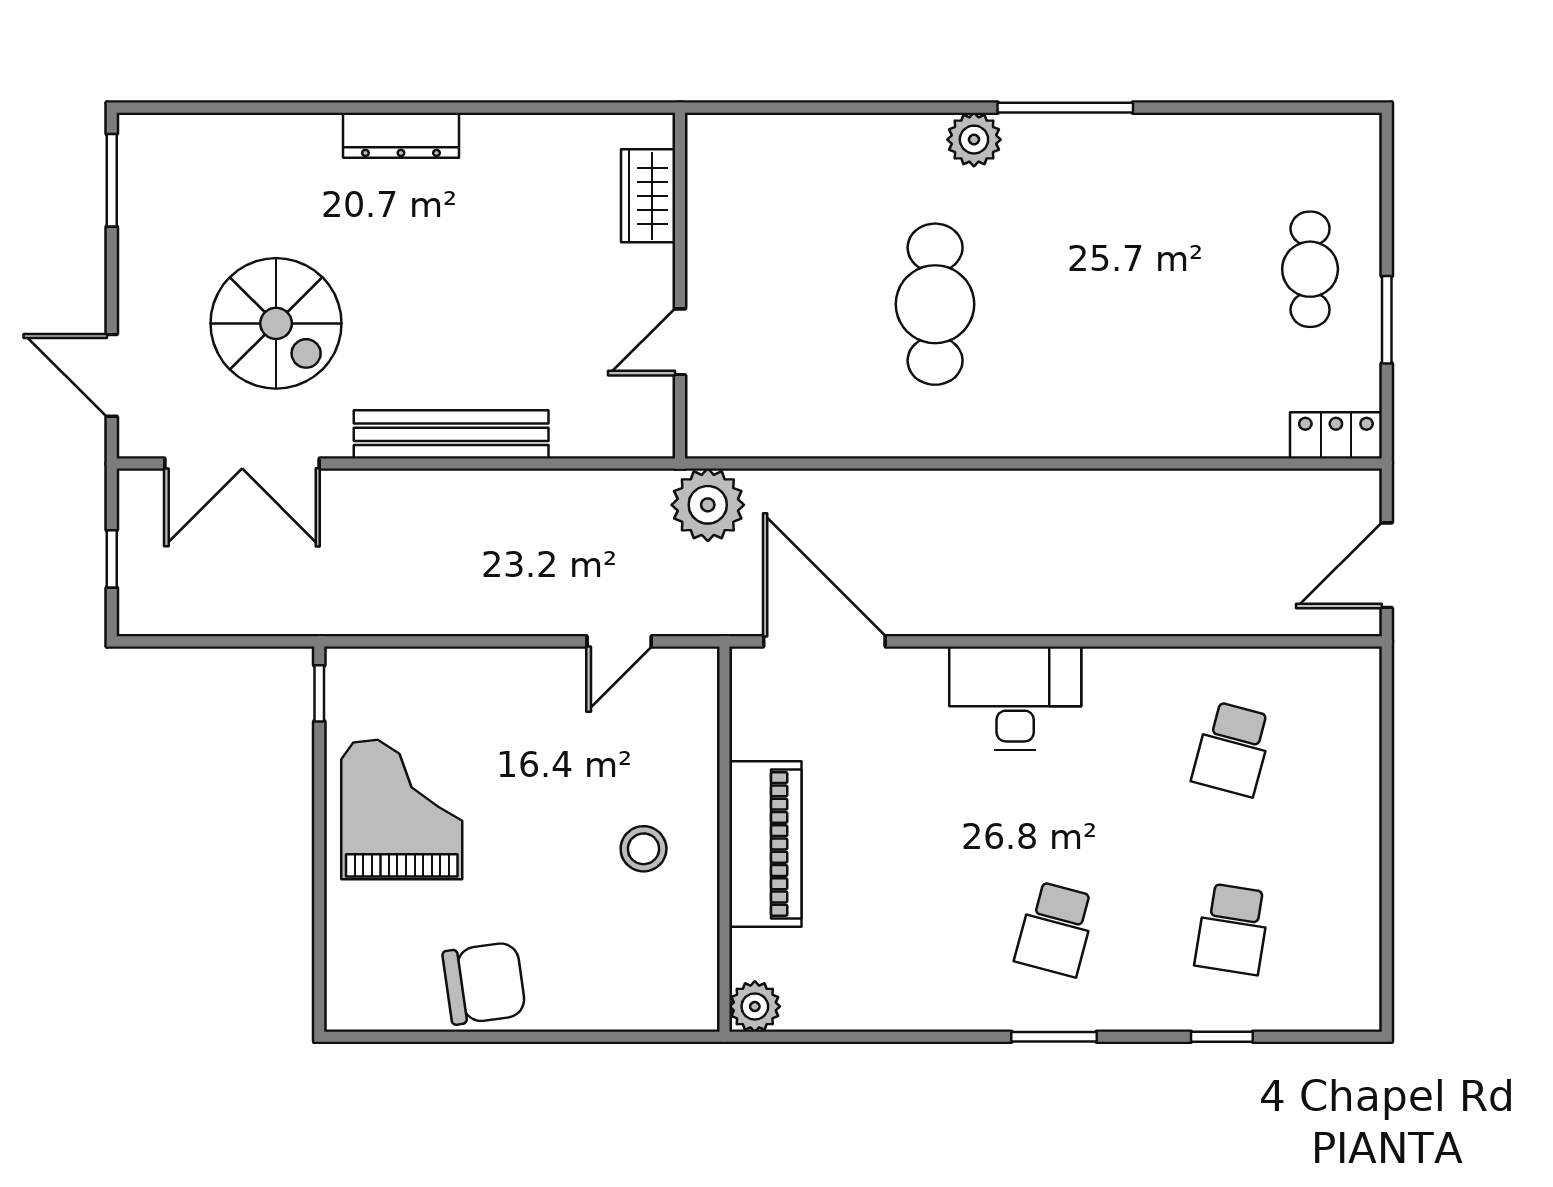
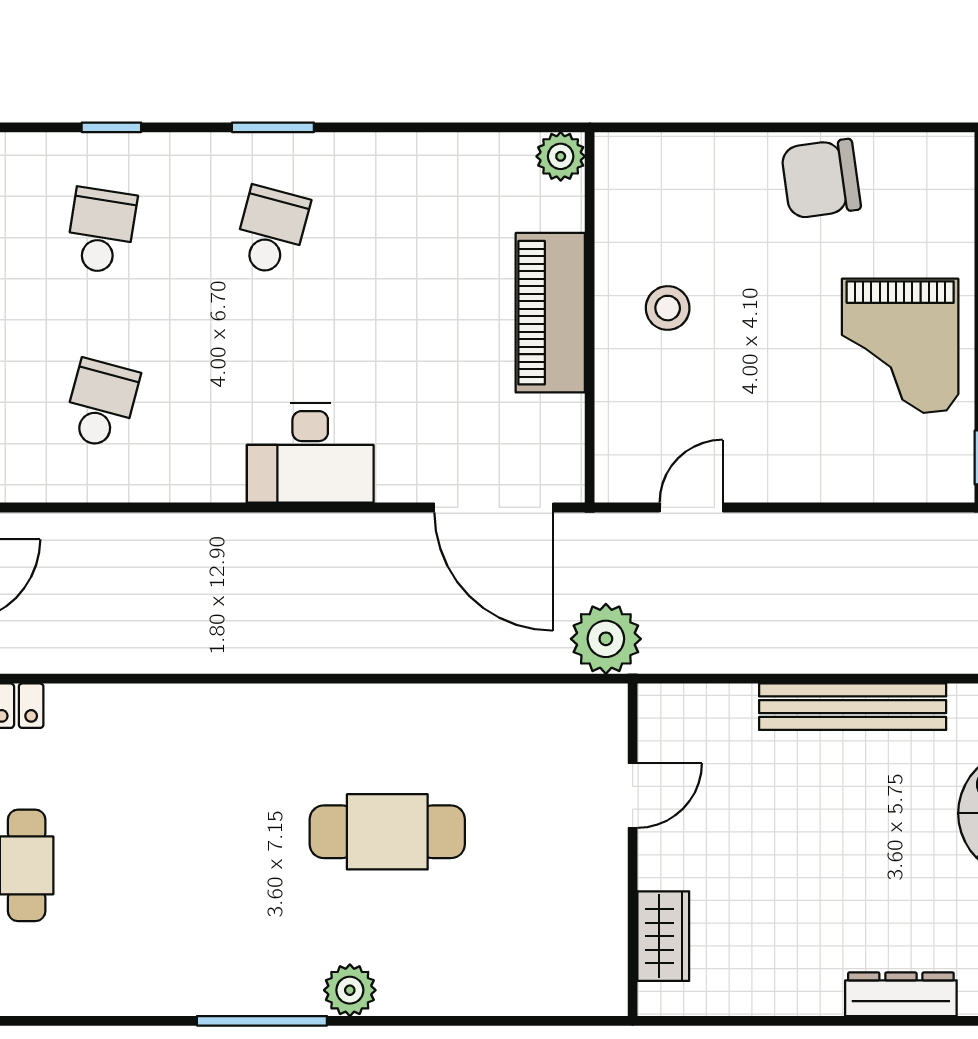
cafe table: (935, 304) -> (387, 832), turned 90

